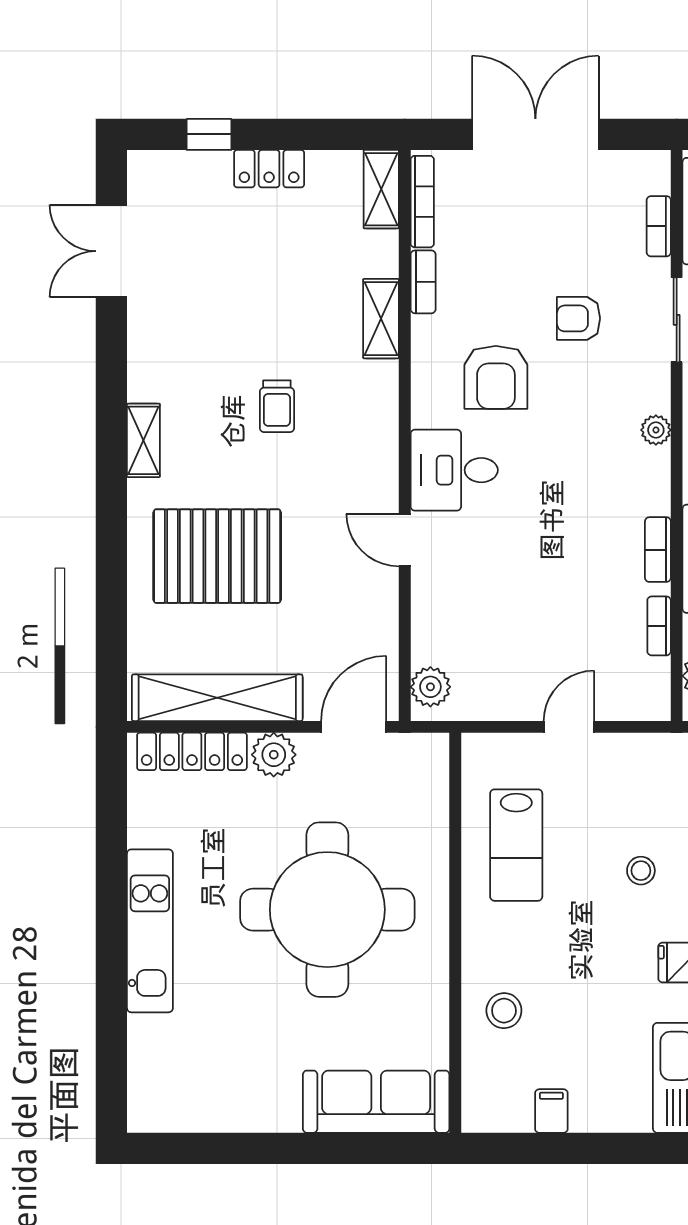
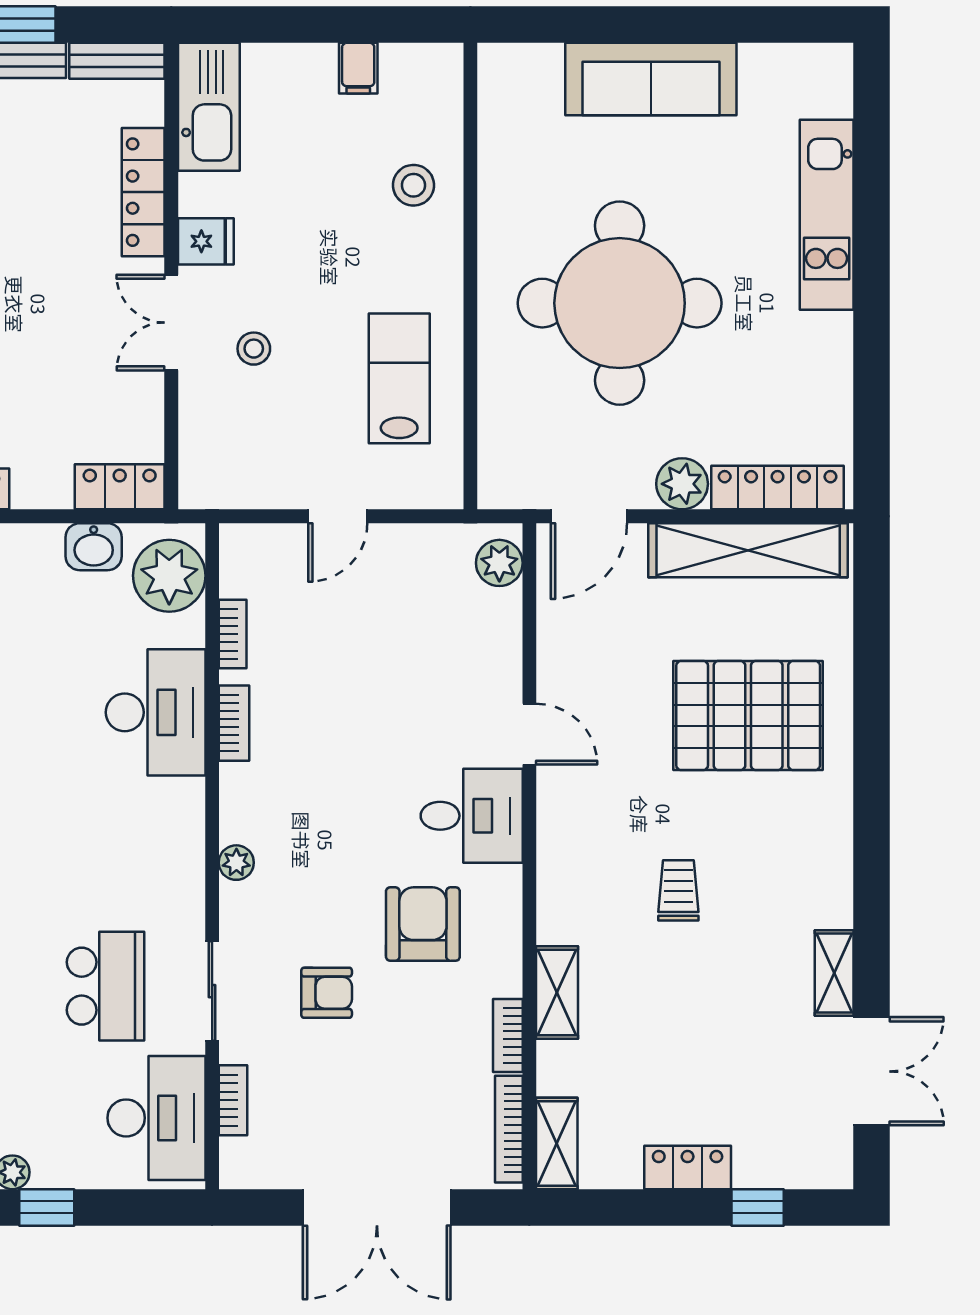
shelving: (143, 440) -> (834, 973), moved
kitchen unit: (150, 931) -> (827, 215), moved
sofa: (376, 1102) -> (651, 79), moved

